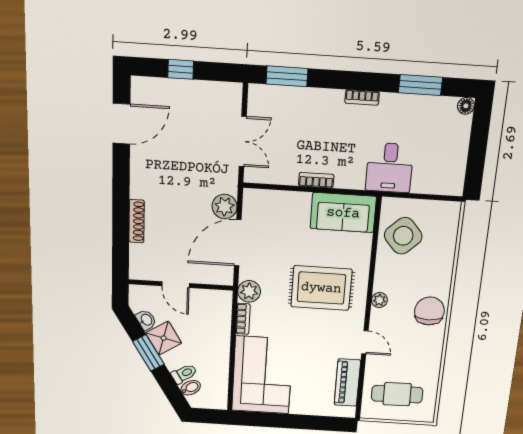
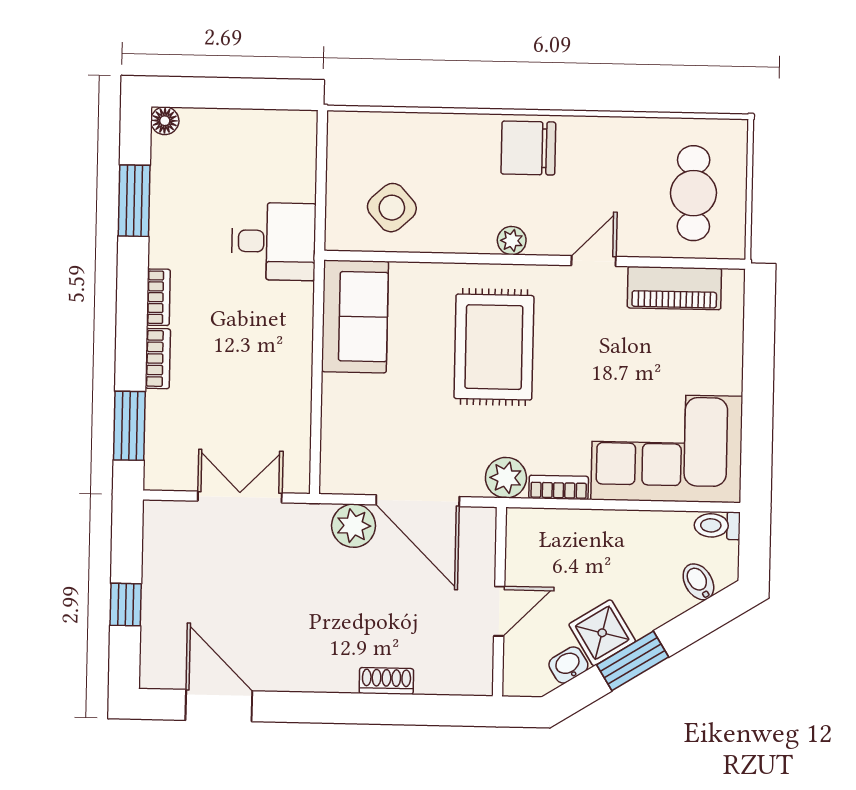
bookcase: (316, 180) -> (158, 359), moved, turned 180
shoe rack: (137, 221) -> (386, 681), width x0.70
side table: (403, 236) -> (392, 208), width x0.73, depth x0.73
toilet: (184, 374) -> (717, 525), moved, turned -58

